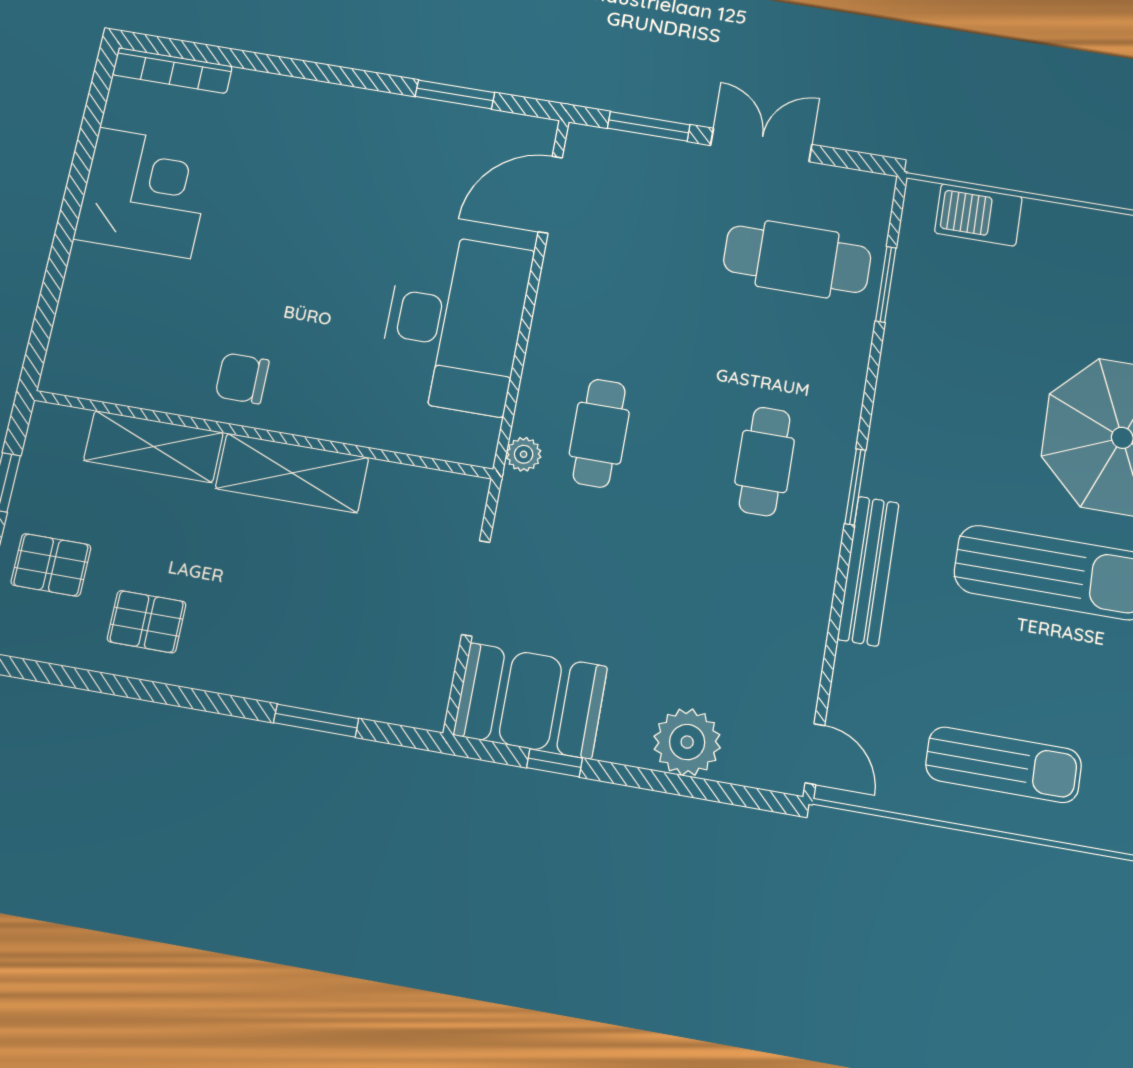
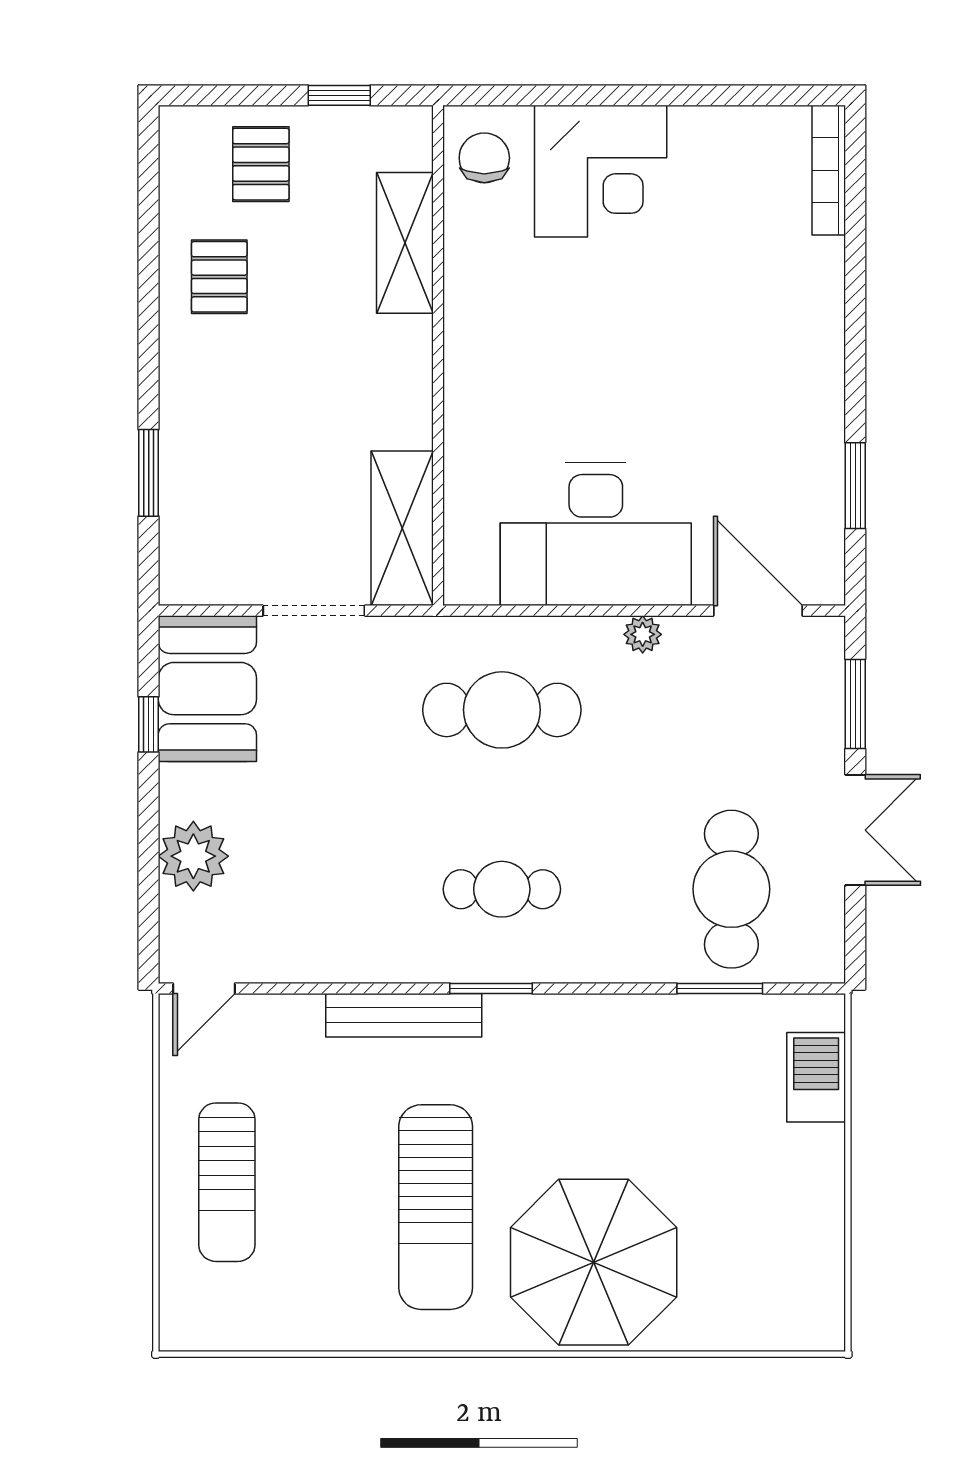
corner desk: (145, 193) -> (601, 171), moved
chair: (242, 378) -> (484, 158), moved
cafe table: (599, 433) -> (502, 710), width x1.37, depth x1.35
plant: (524, 454) -> (643, 634), moved
shelving: (292, 473) -> (402, 528), moved

